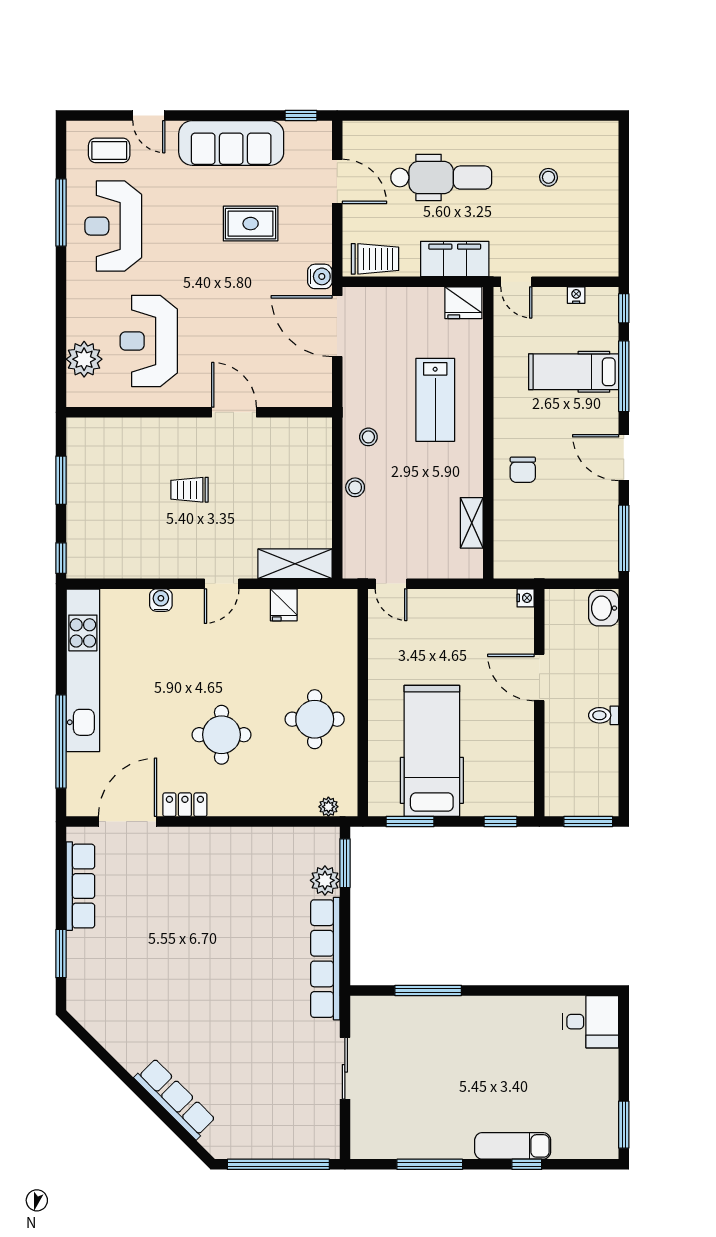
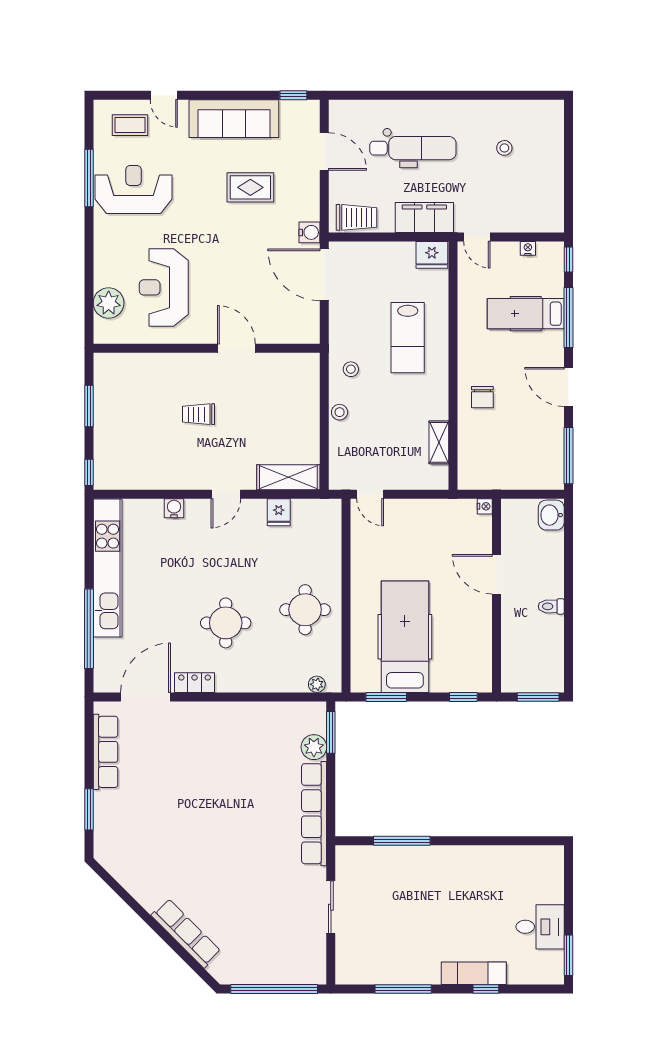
reception desk: (113, 226) -> (133, 189), turned 90
desk: (590, 1022) -> (540, 927), moved

